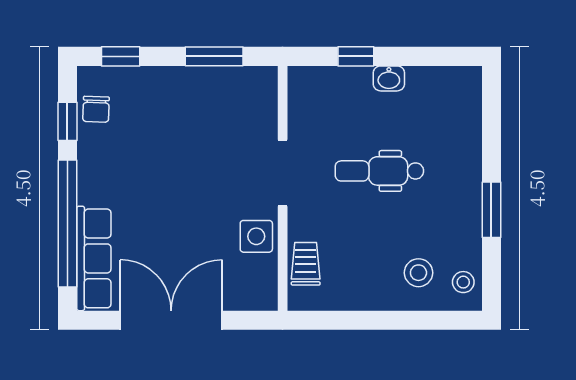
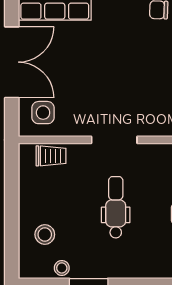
side table: (256, 236) -> (43, 113), moved
stool: (463, 282) -> (62, 268), moved

